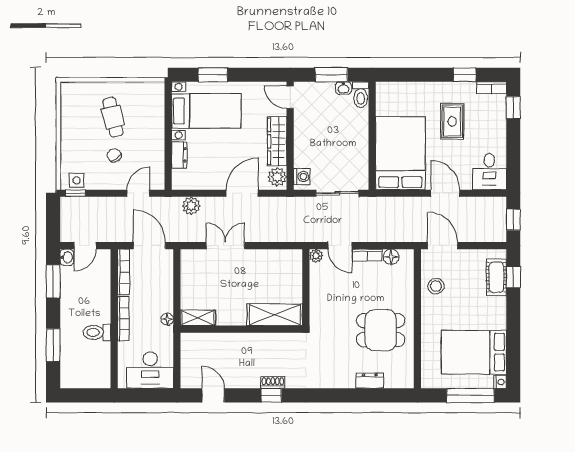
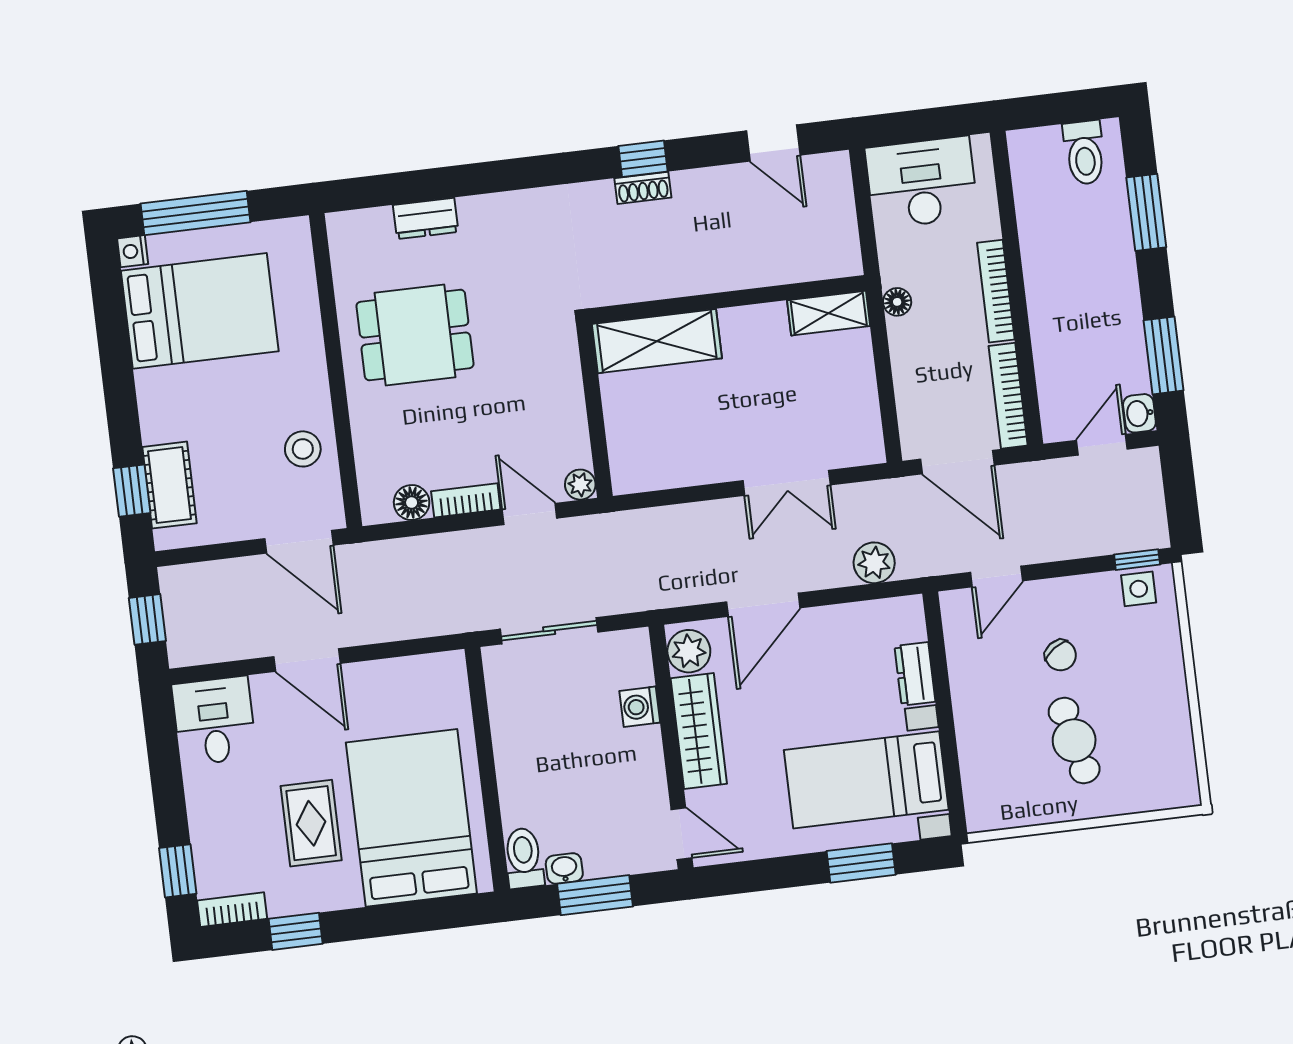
bed: (400, 153) -> (411, 818), moved, turned 180
washing machine: (302, 177) -> (640, 707), moved
toilet: (97, 332) -> (1084, 153), moved, turned 90

